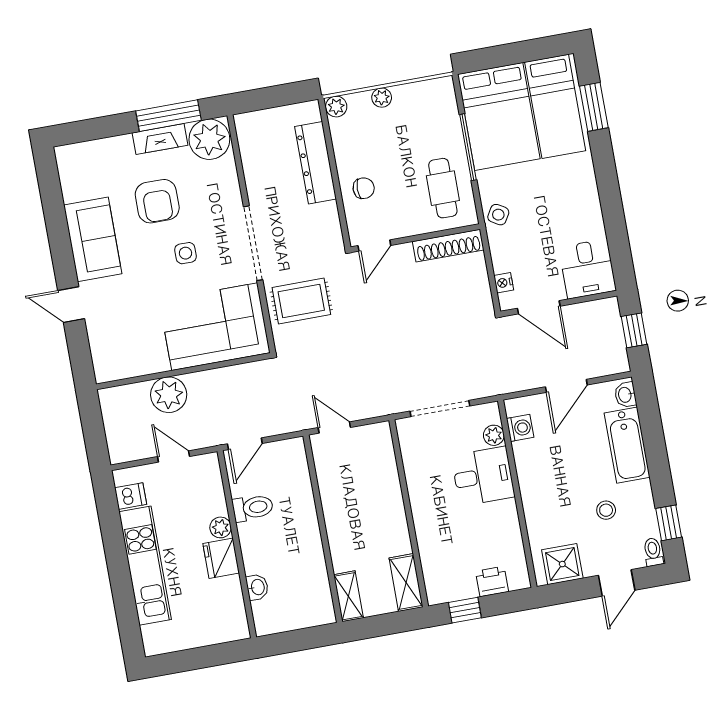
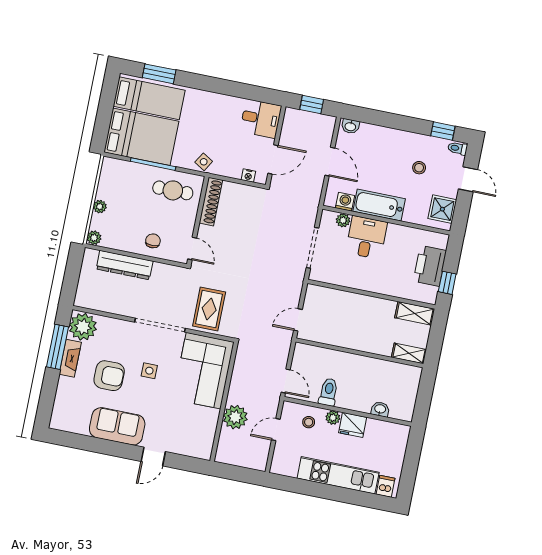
bathtub: (627, 445) -> (379, 205), moved, turned 180
dishwasher: (131, 496) -> (386, 486), moved
stool: (201, 497) -> (309, 422), added
printer: (492, 582) -> (430, 266), width x1.87, depth x1.48

